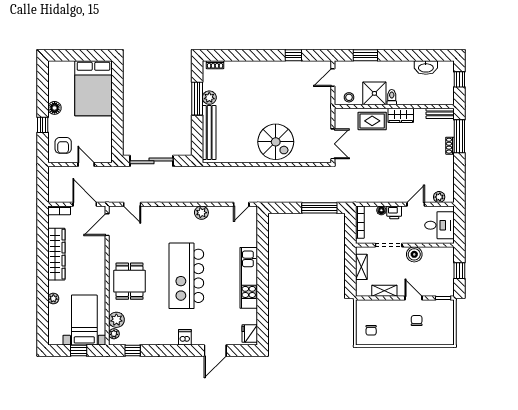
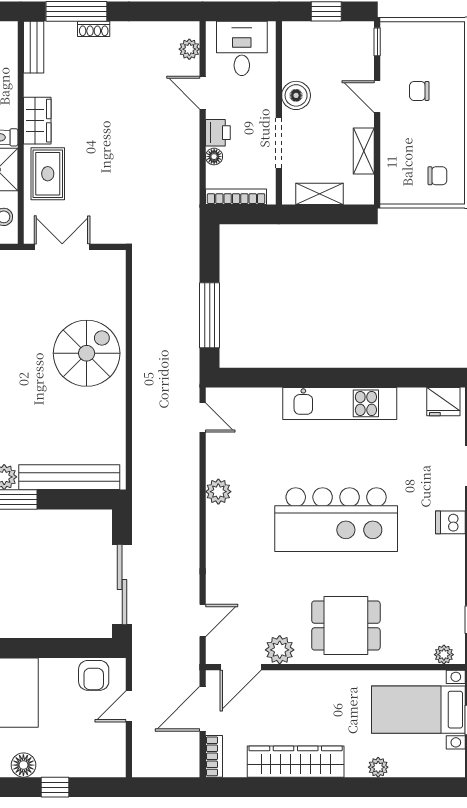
double door: (333, 144) -> (62, 247), moved
armchair: (63, 145) -> (94, 675), moved, turned 90
window: (319, 208) -> (210, 315), moved
door: (107, 225) -> (241, 667), hinge flipped
door: (414, 298) -> (377, 97), hinge flipped
plant: (116, 320) -> (280, 650), moved

